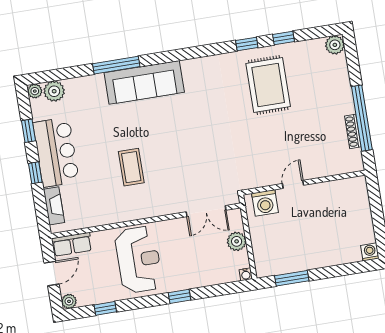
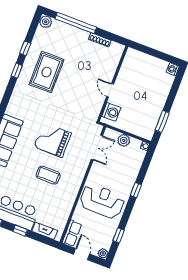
rug: (268, 85) -> (47, 72), turned 90
window: (362, 118) -> (76, 23), moved
grand piano: (182, 146) -> (52, 140), added

